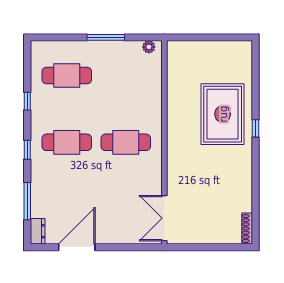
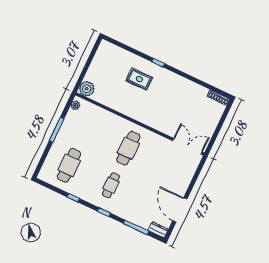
plant: (178, 51) -> (87, 89), added
rug: (223, 114) -> (139, 79), width x0.54, depth x0.49
cafe table: (67, 142) -> (111, 185), width x0.73, depth x0.74
double door: (164, 218) -> (187, 146), swing flipped

